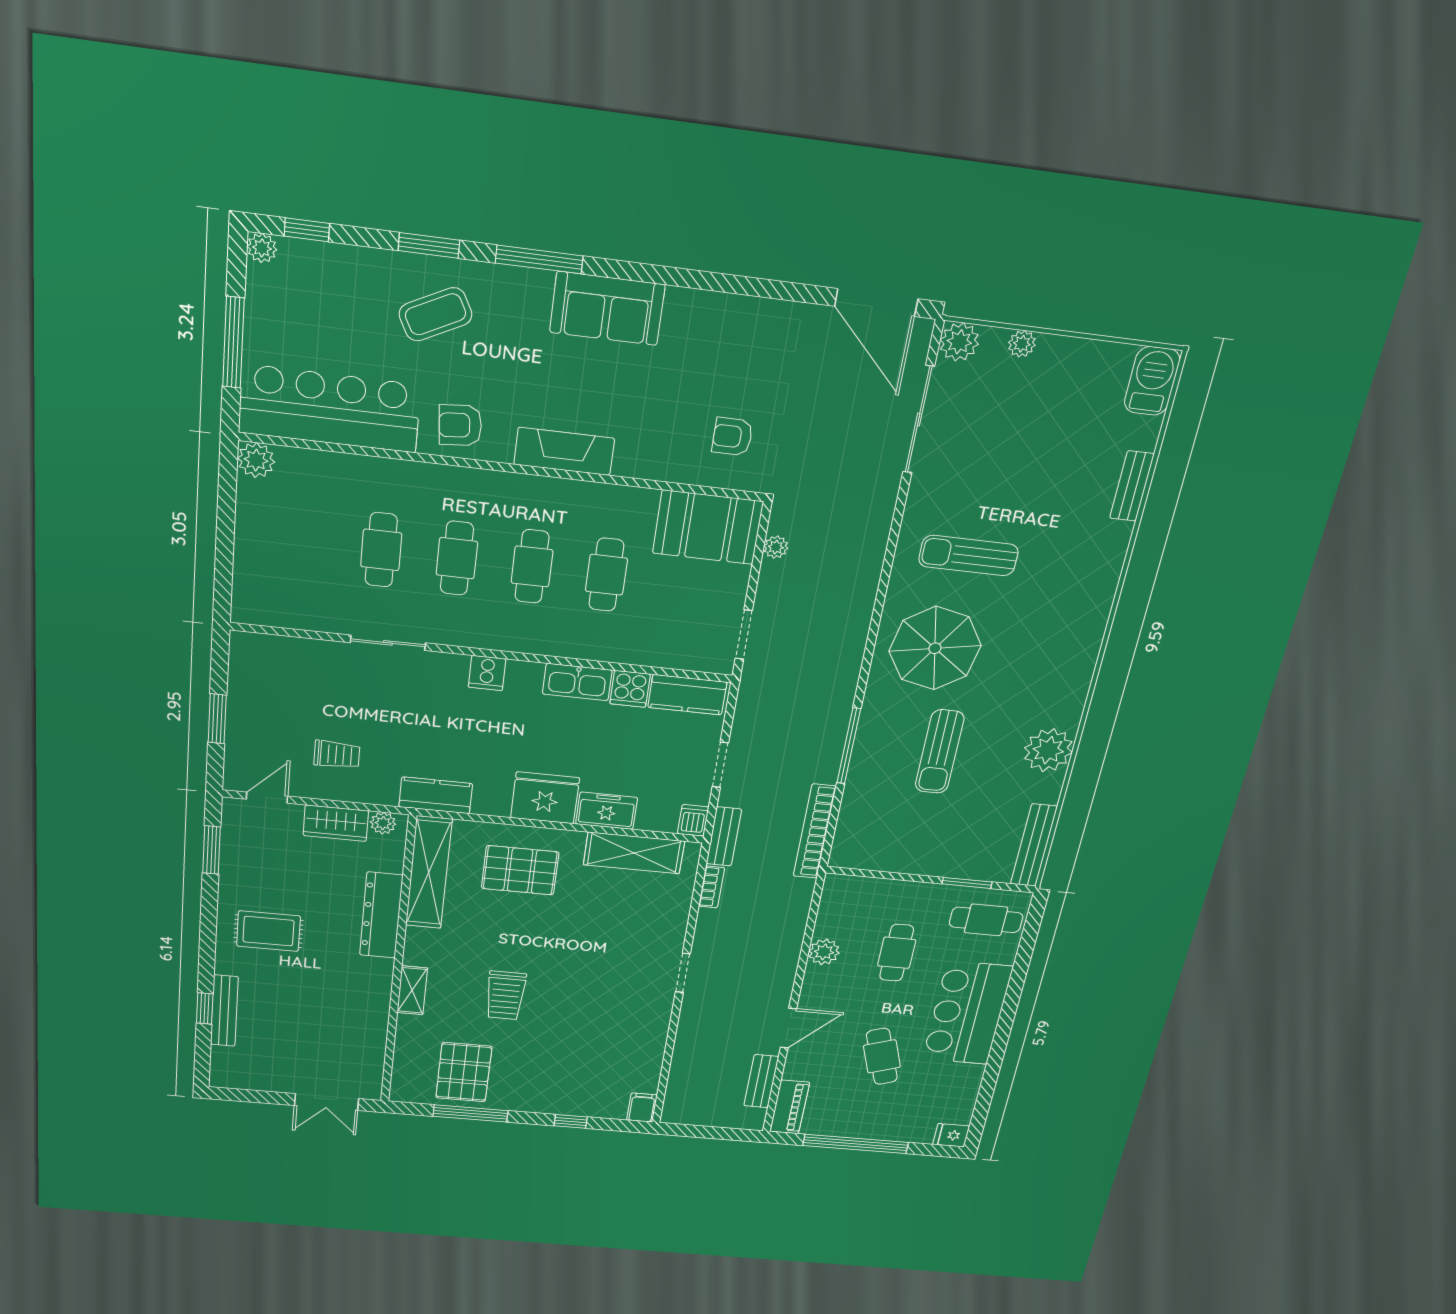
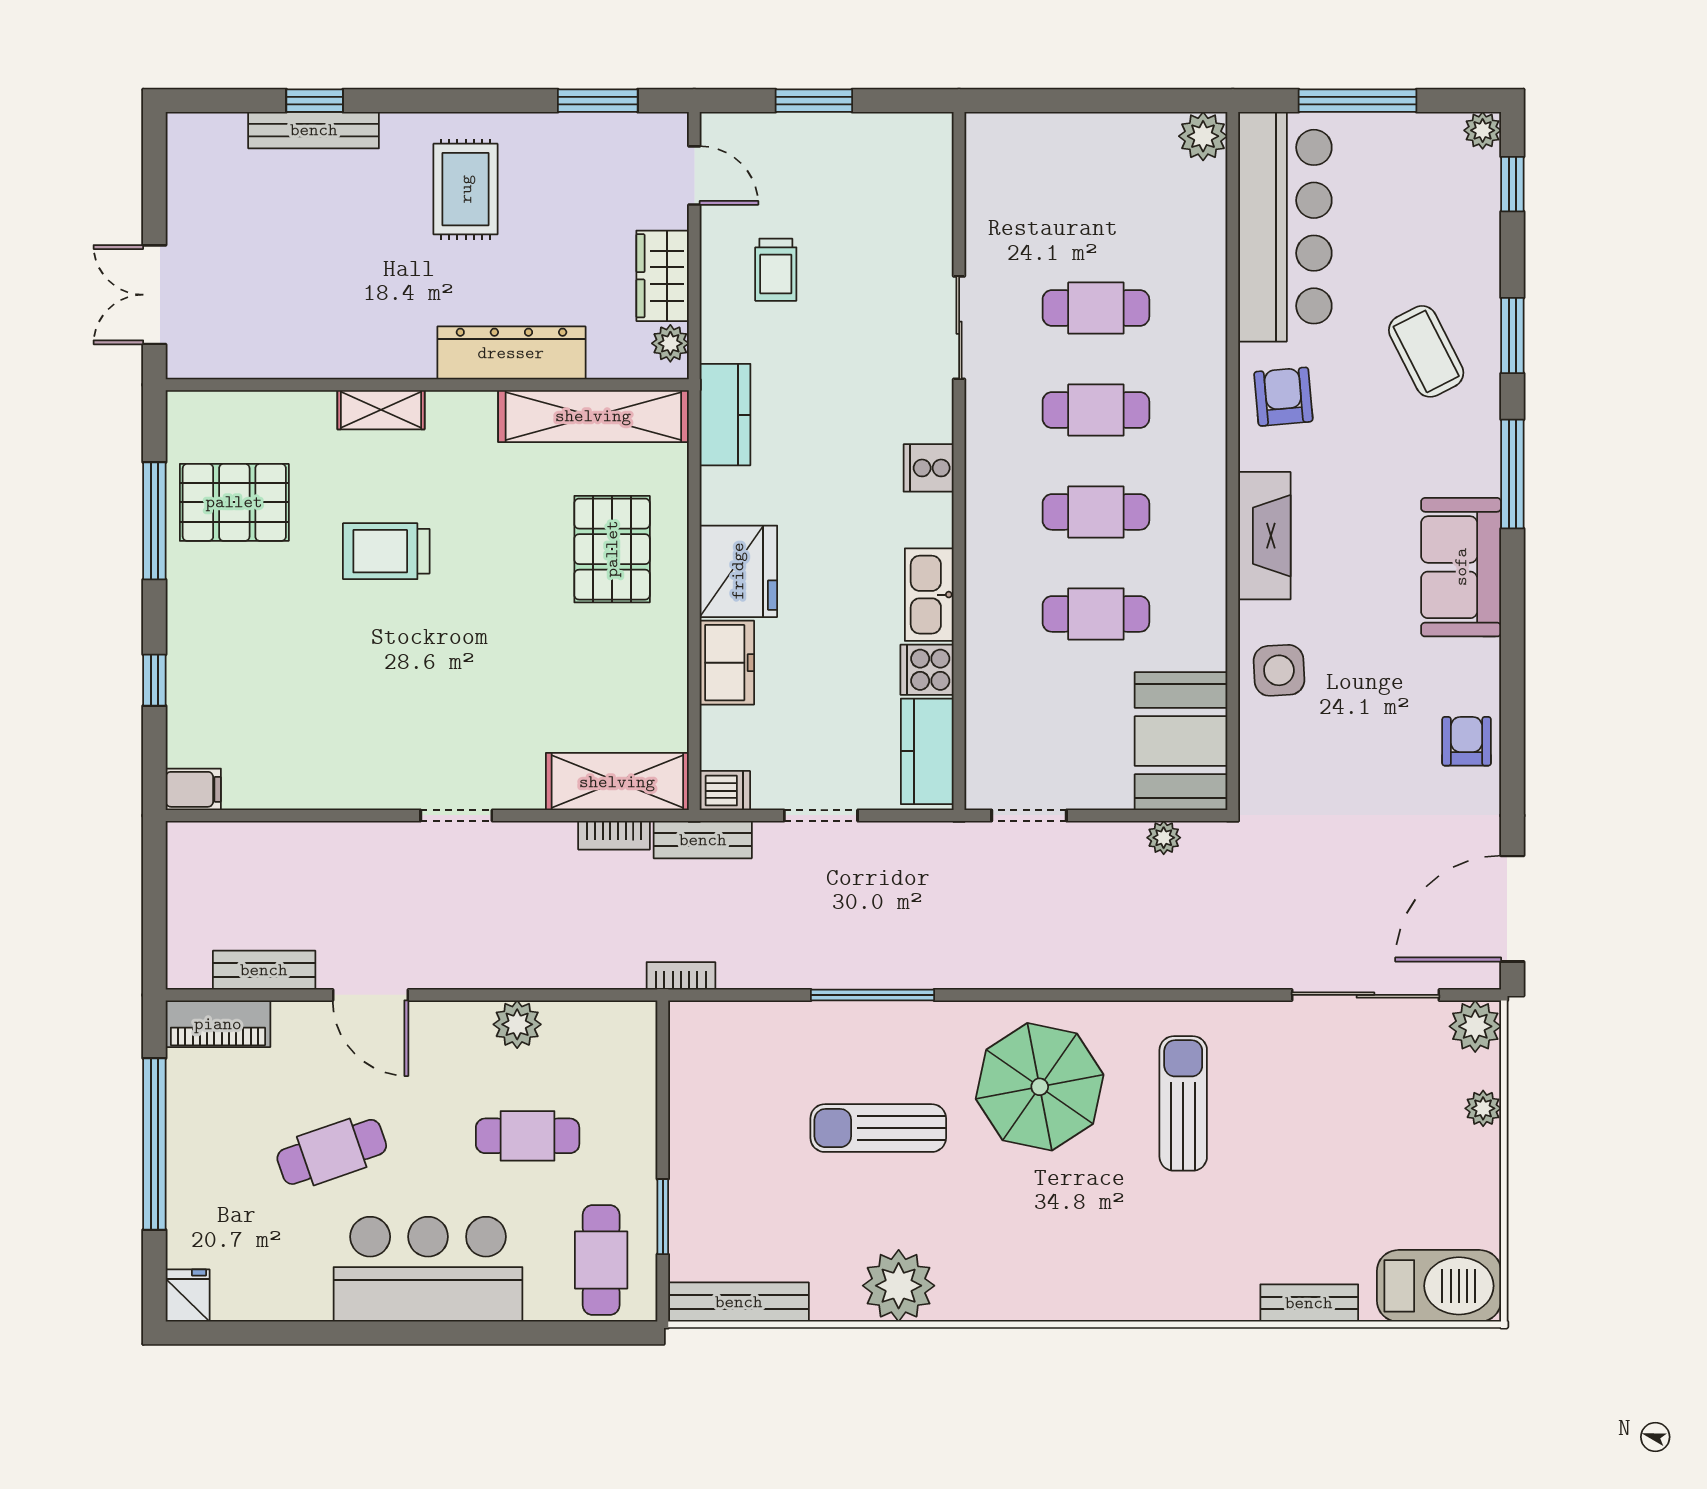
barbecue: (1152, 381) -> (1439, 1286), width x1.37, depth x1.21
armchair: (732, 437) -> (1467, 741), moved
side table: (667, 453) -> (1279, 670), added
bookcase: (815, 831) -> (681, 976), width x0.43, depth x0.76
shelving: (634, 853) -> (617, 782), moved, turned 90

